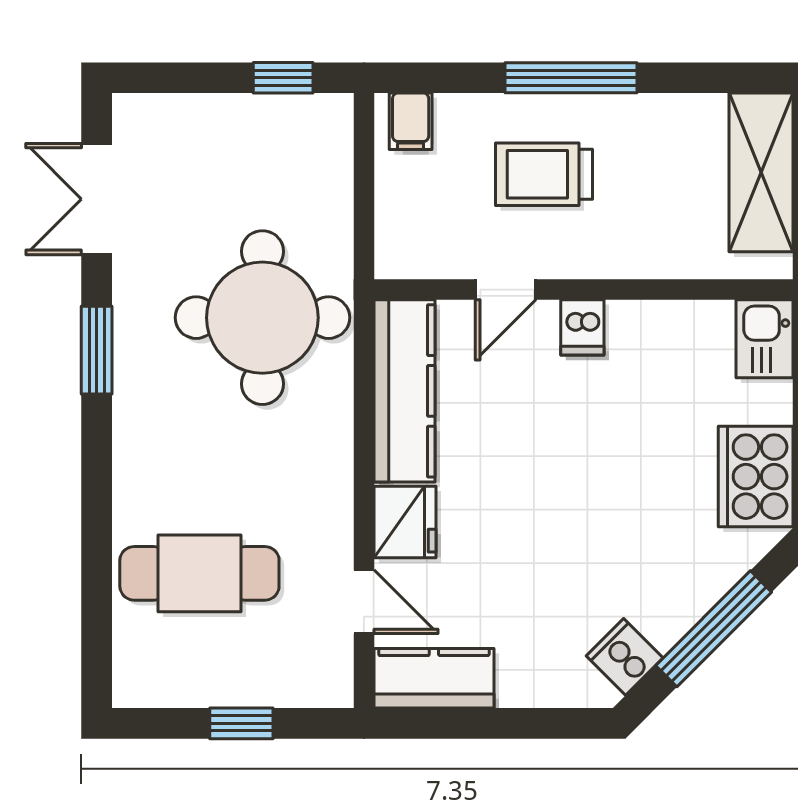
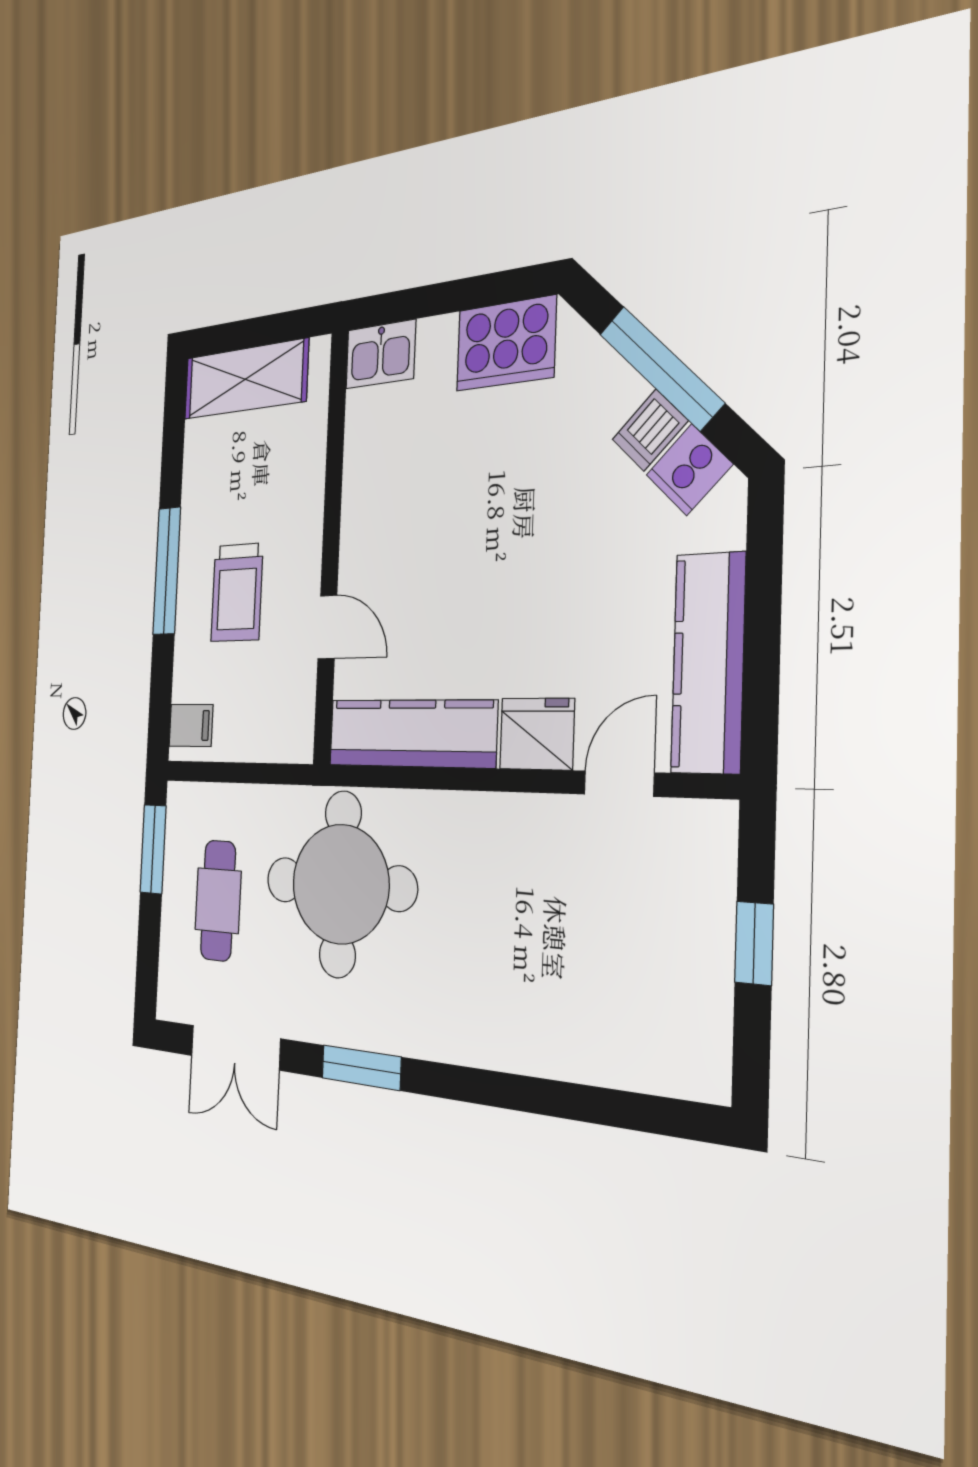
window: (283, 78) -> (153, 849), width x1.50
dishwasher: (582, 327) -> (650, 430), moved, turned 135
cafe table: (199, 573) -> (218, 901), moved, width x0.73, depth x0.74
kitchen counter: (434, 678) -> (708, 663), width x1.50

